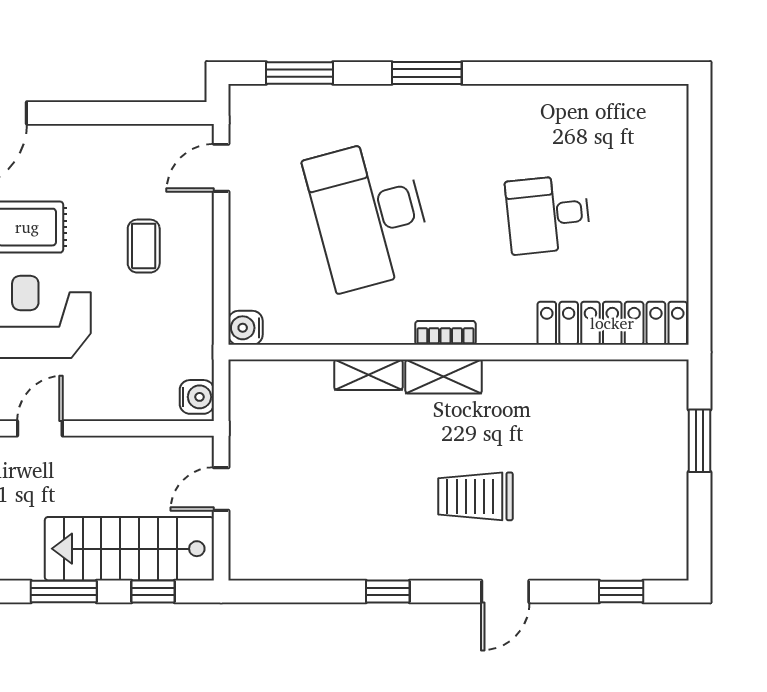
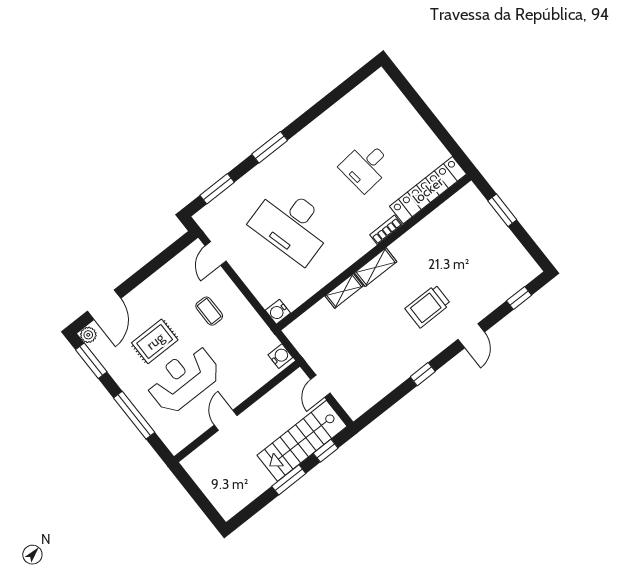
bookcase: (445, 333) -> (386, 230), moved

